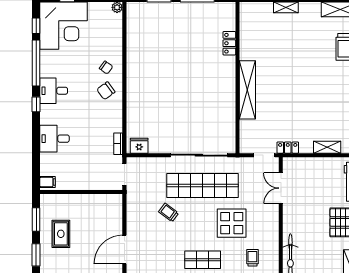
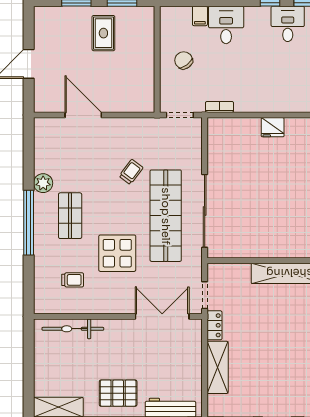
chair: (106, 91) -> (184, 60), moved
fridge: (139, 146) -> (273, 127), moved, turned 90
shelving: (327, 147) -> (218, 367), width x1.50, depth x1.33
filing cabinet: (47, 182) -> (200, 16), moved
double door: (281, 188) -> (162, 316), width x1.37
rug: (61, 234) -> (103, 33), turned 90

